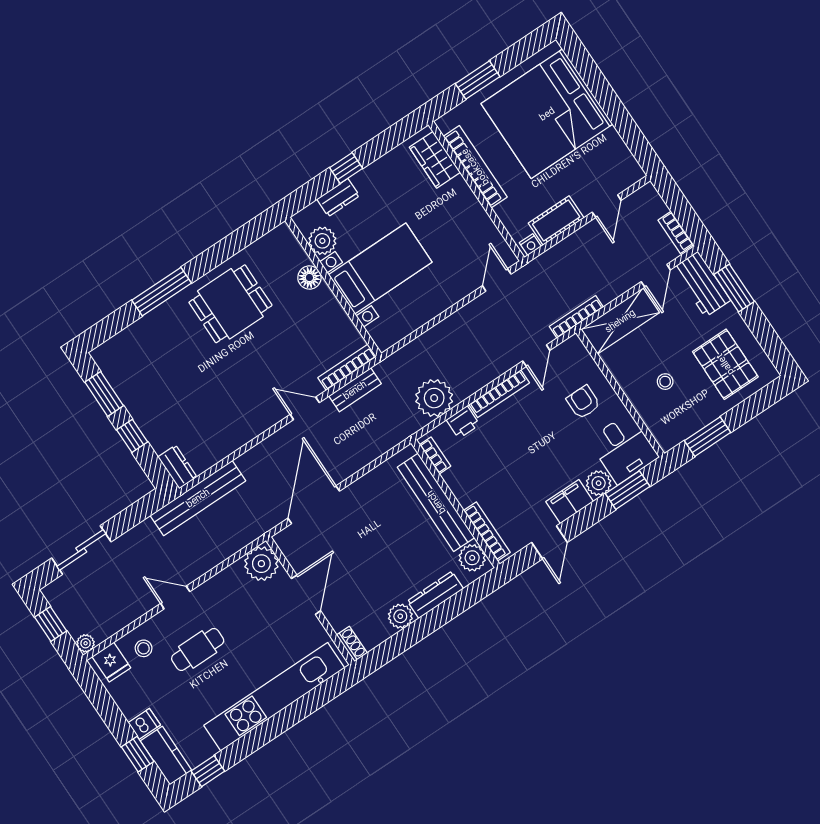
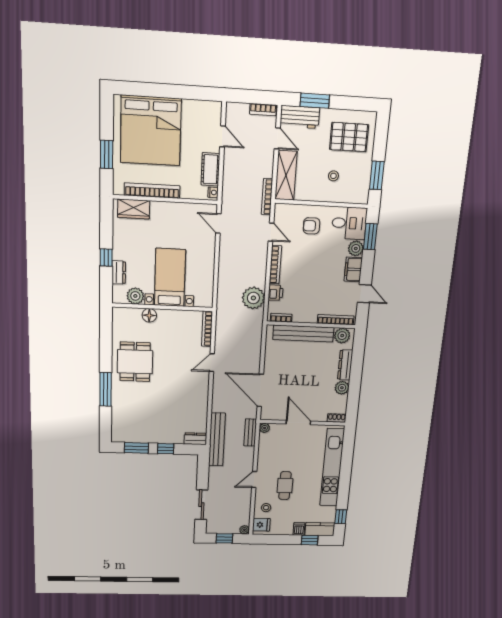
bench: (355, 390) -> (250, 433), moved
plant: (261, 564) -> (265, 428), width x0.53, depth x0.53

